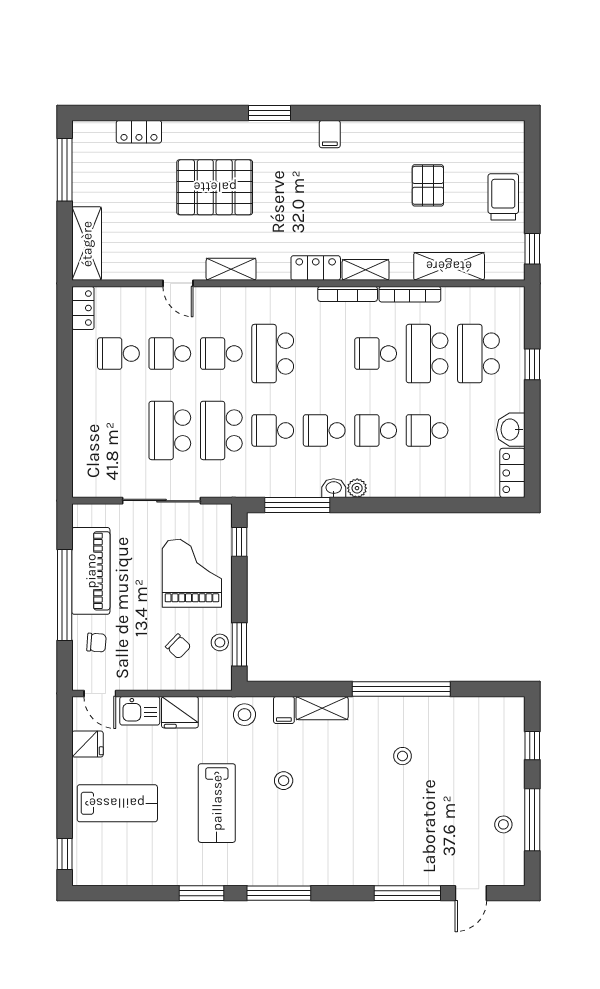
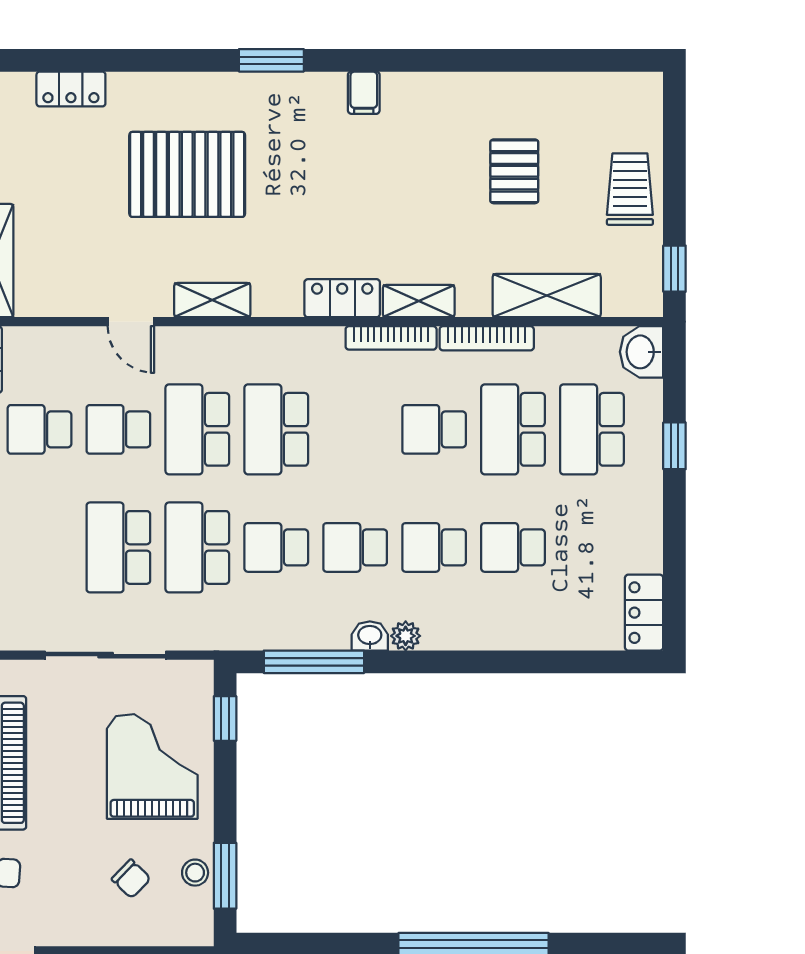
school desk: (221, 354) -> (197, 429), width x1.85
washbasin: (511, 430) -> (642, 352), moved

